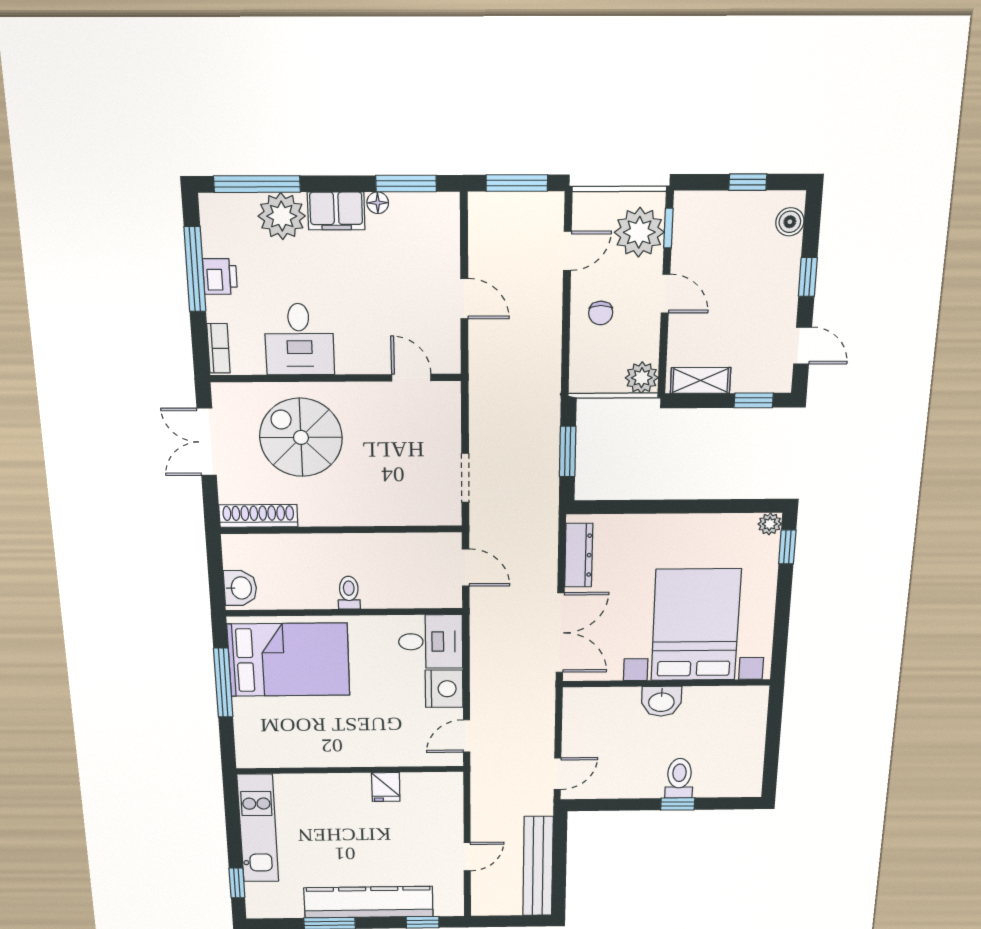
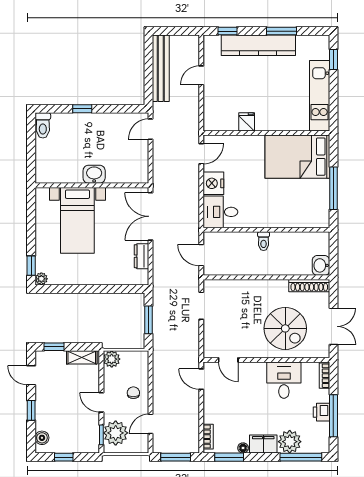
bookcase: (450, 226) -> (208, 437), added
door: (464, 299) -> (201, 379), moved
dresser: (579, 555) -> (142, 256), width x0.70
washbasin: (240, 588) -> (321, 265), moved
bed with nightstands: (696, 625) -> (77, 220), width x0.73
bed: (289, 660) -> (297, 157), moved
toilet: (679, 778) -> (43, 125), moved

